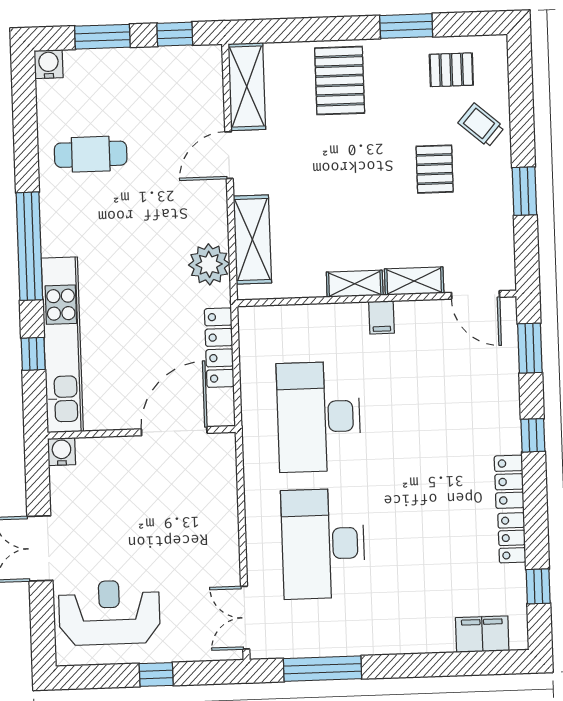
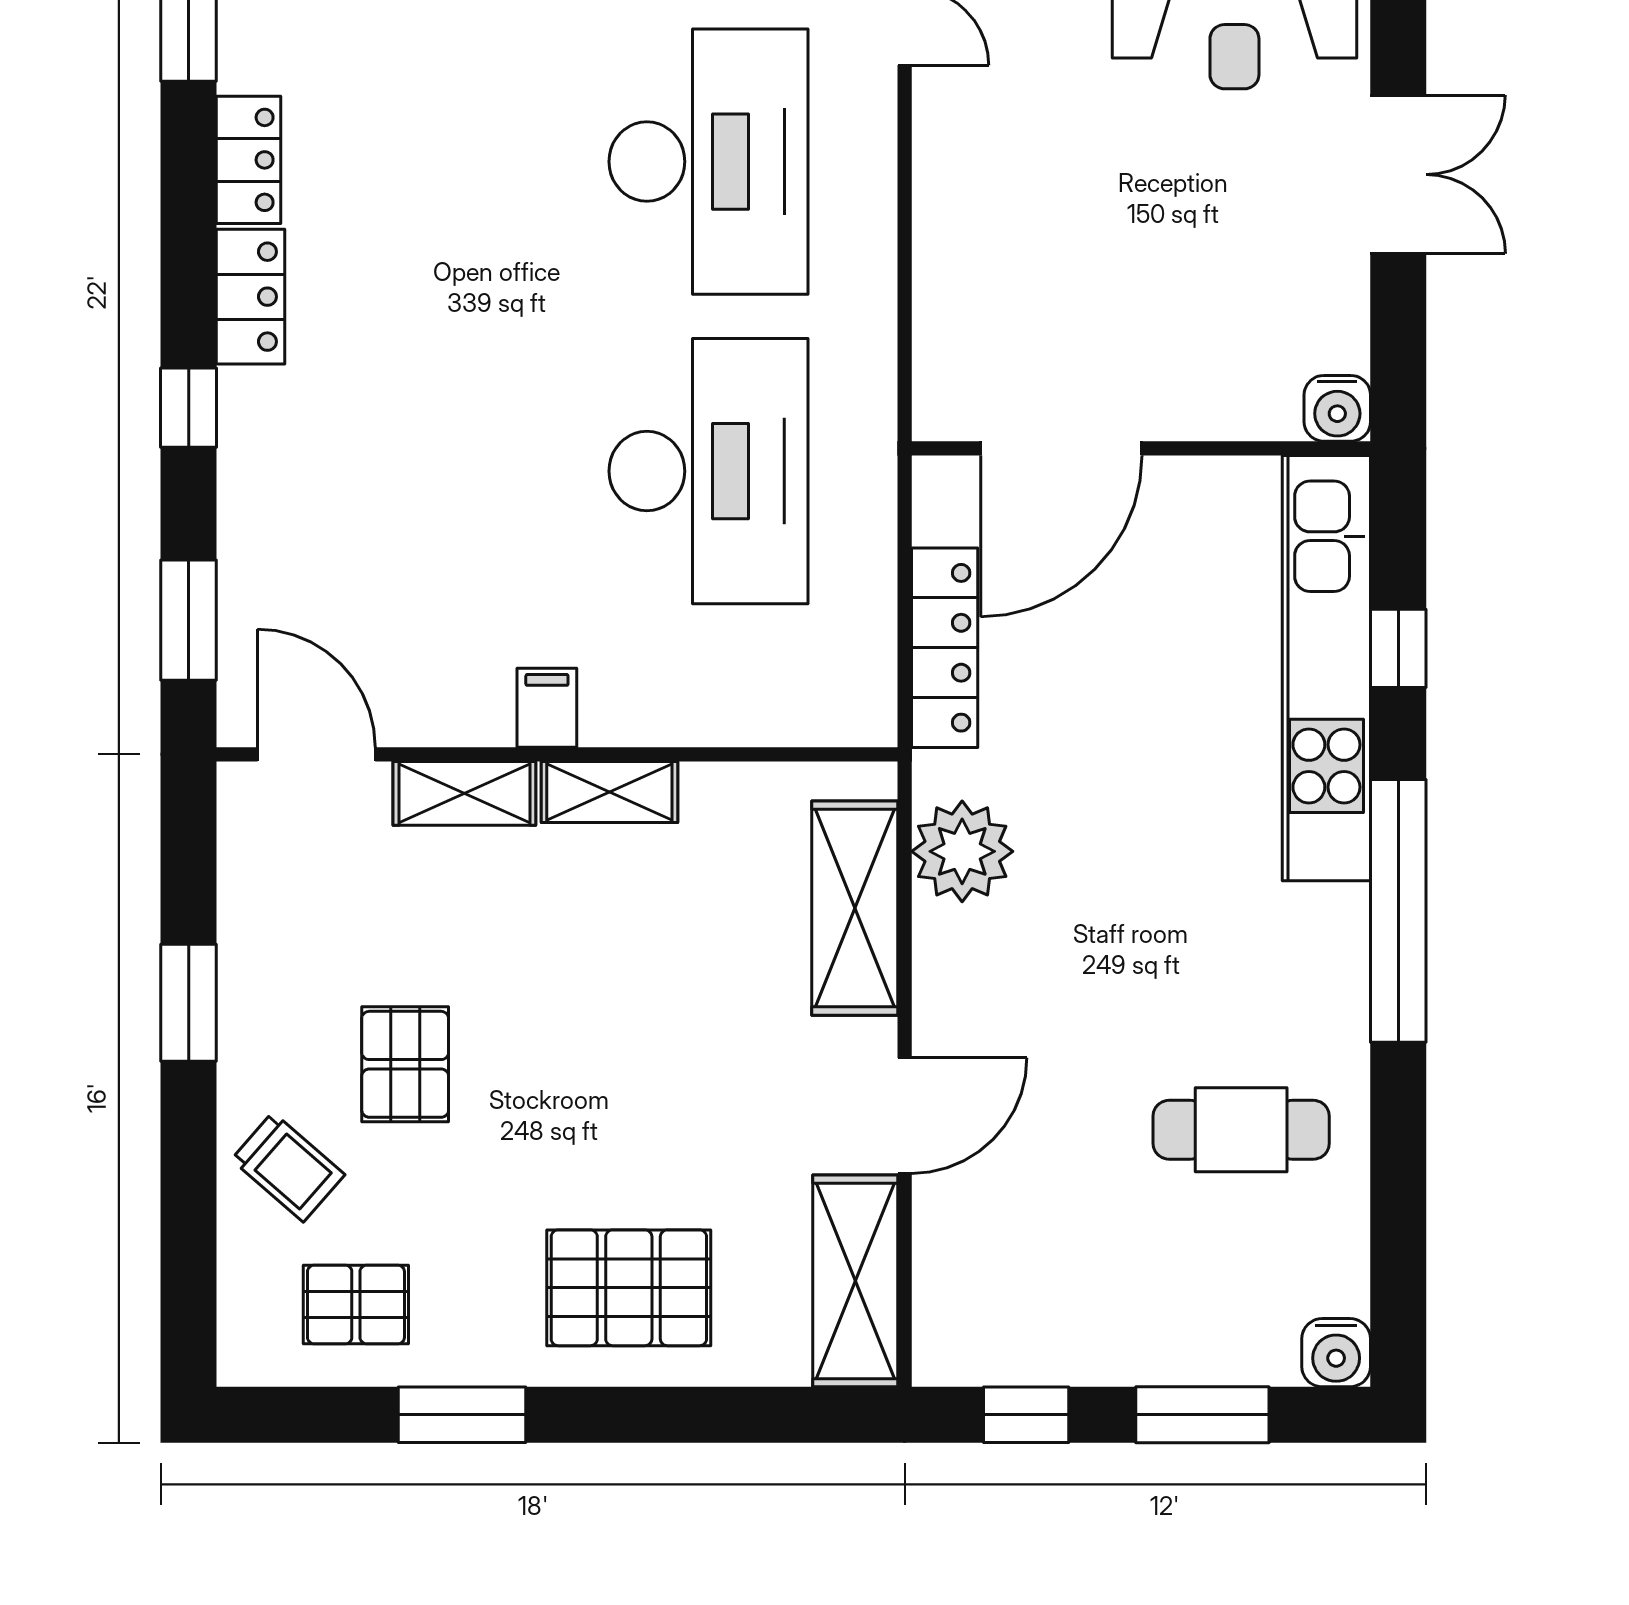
pallet: (340, 81) -> (629, 1288), turned 90

